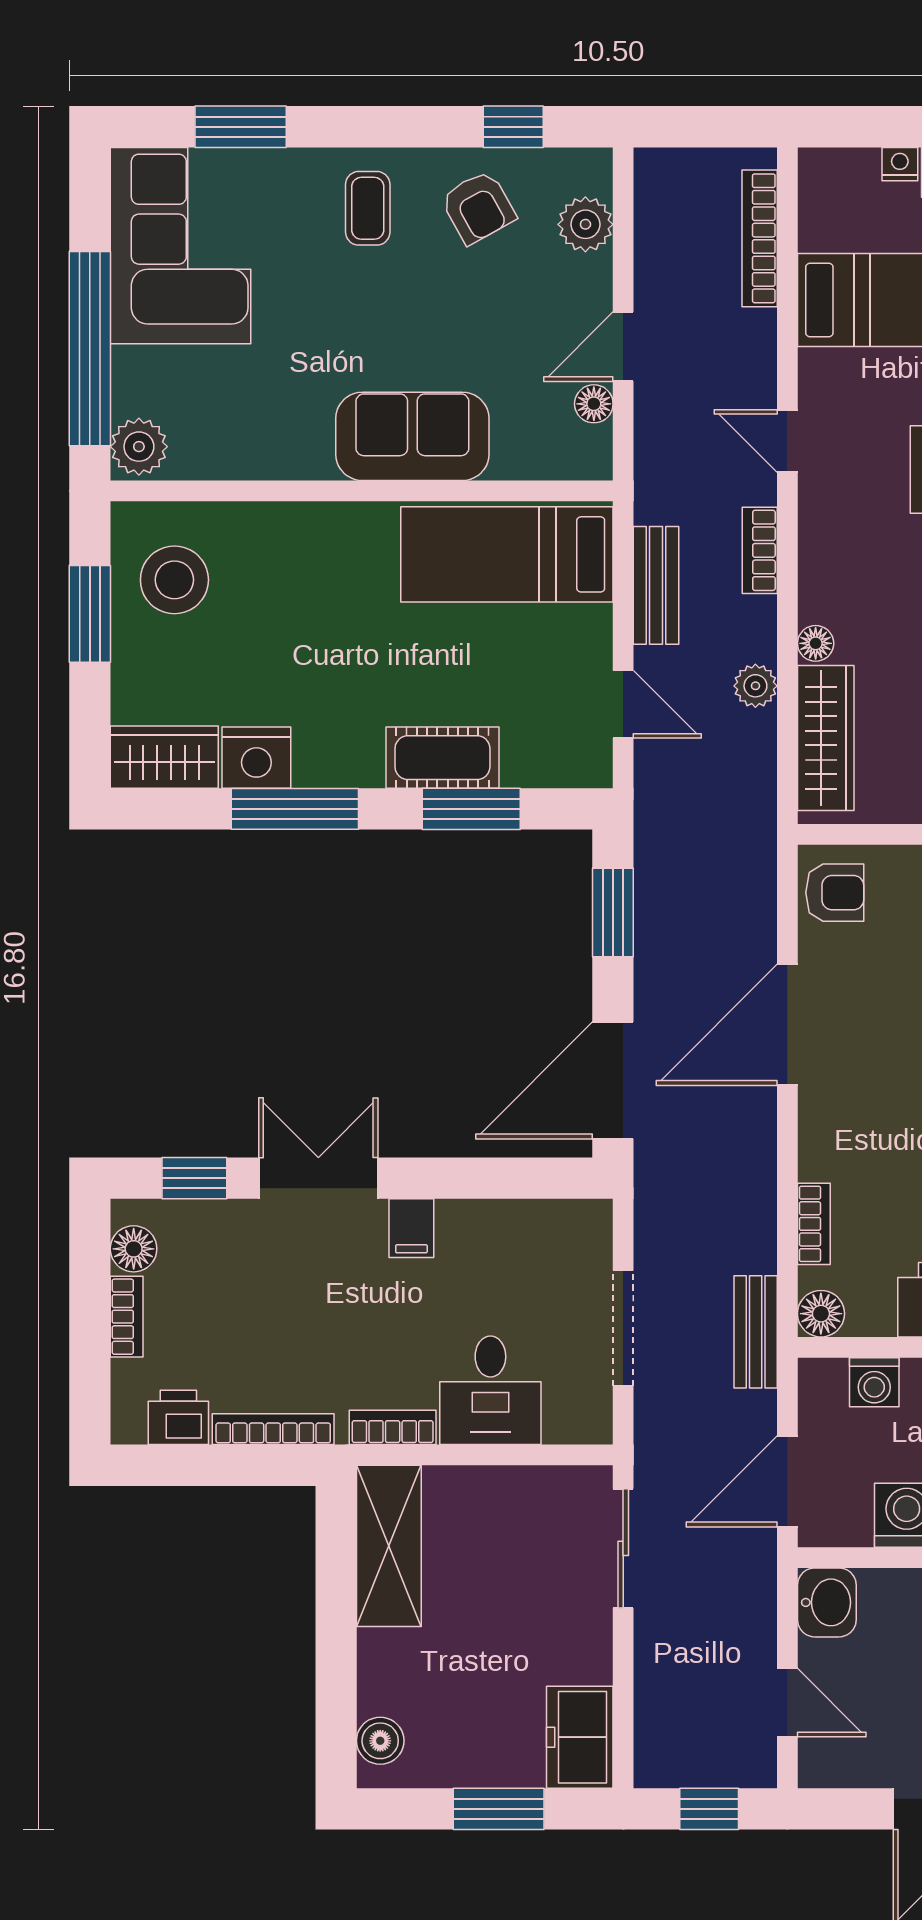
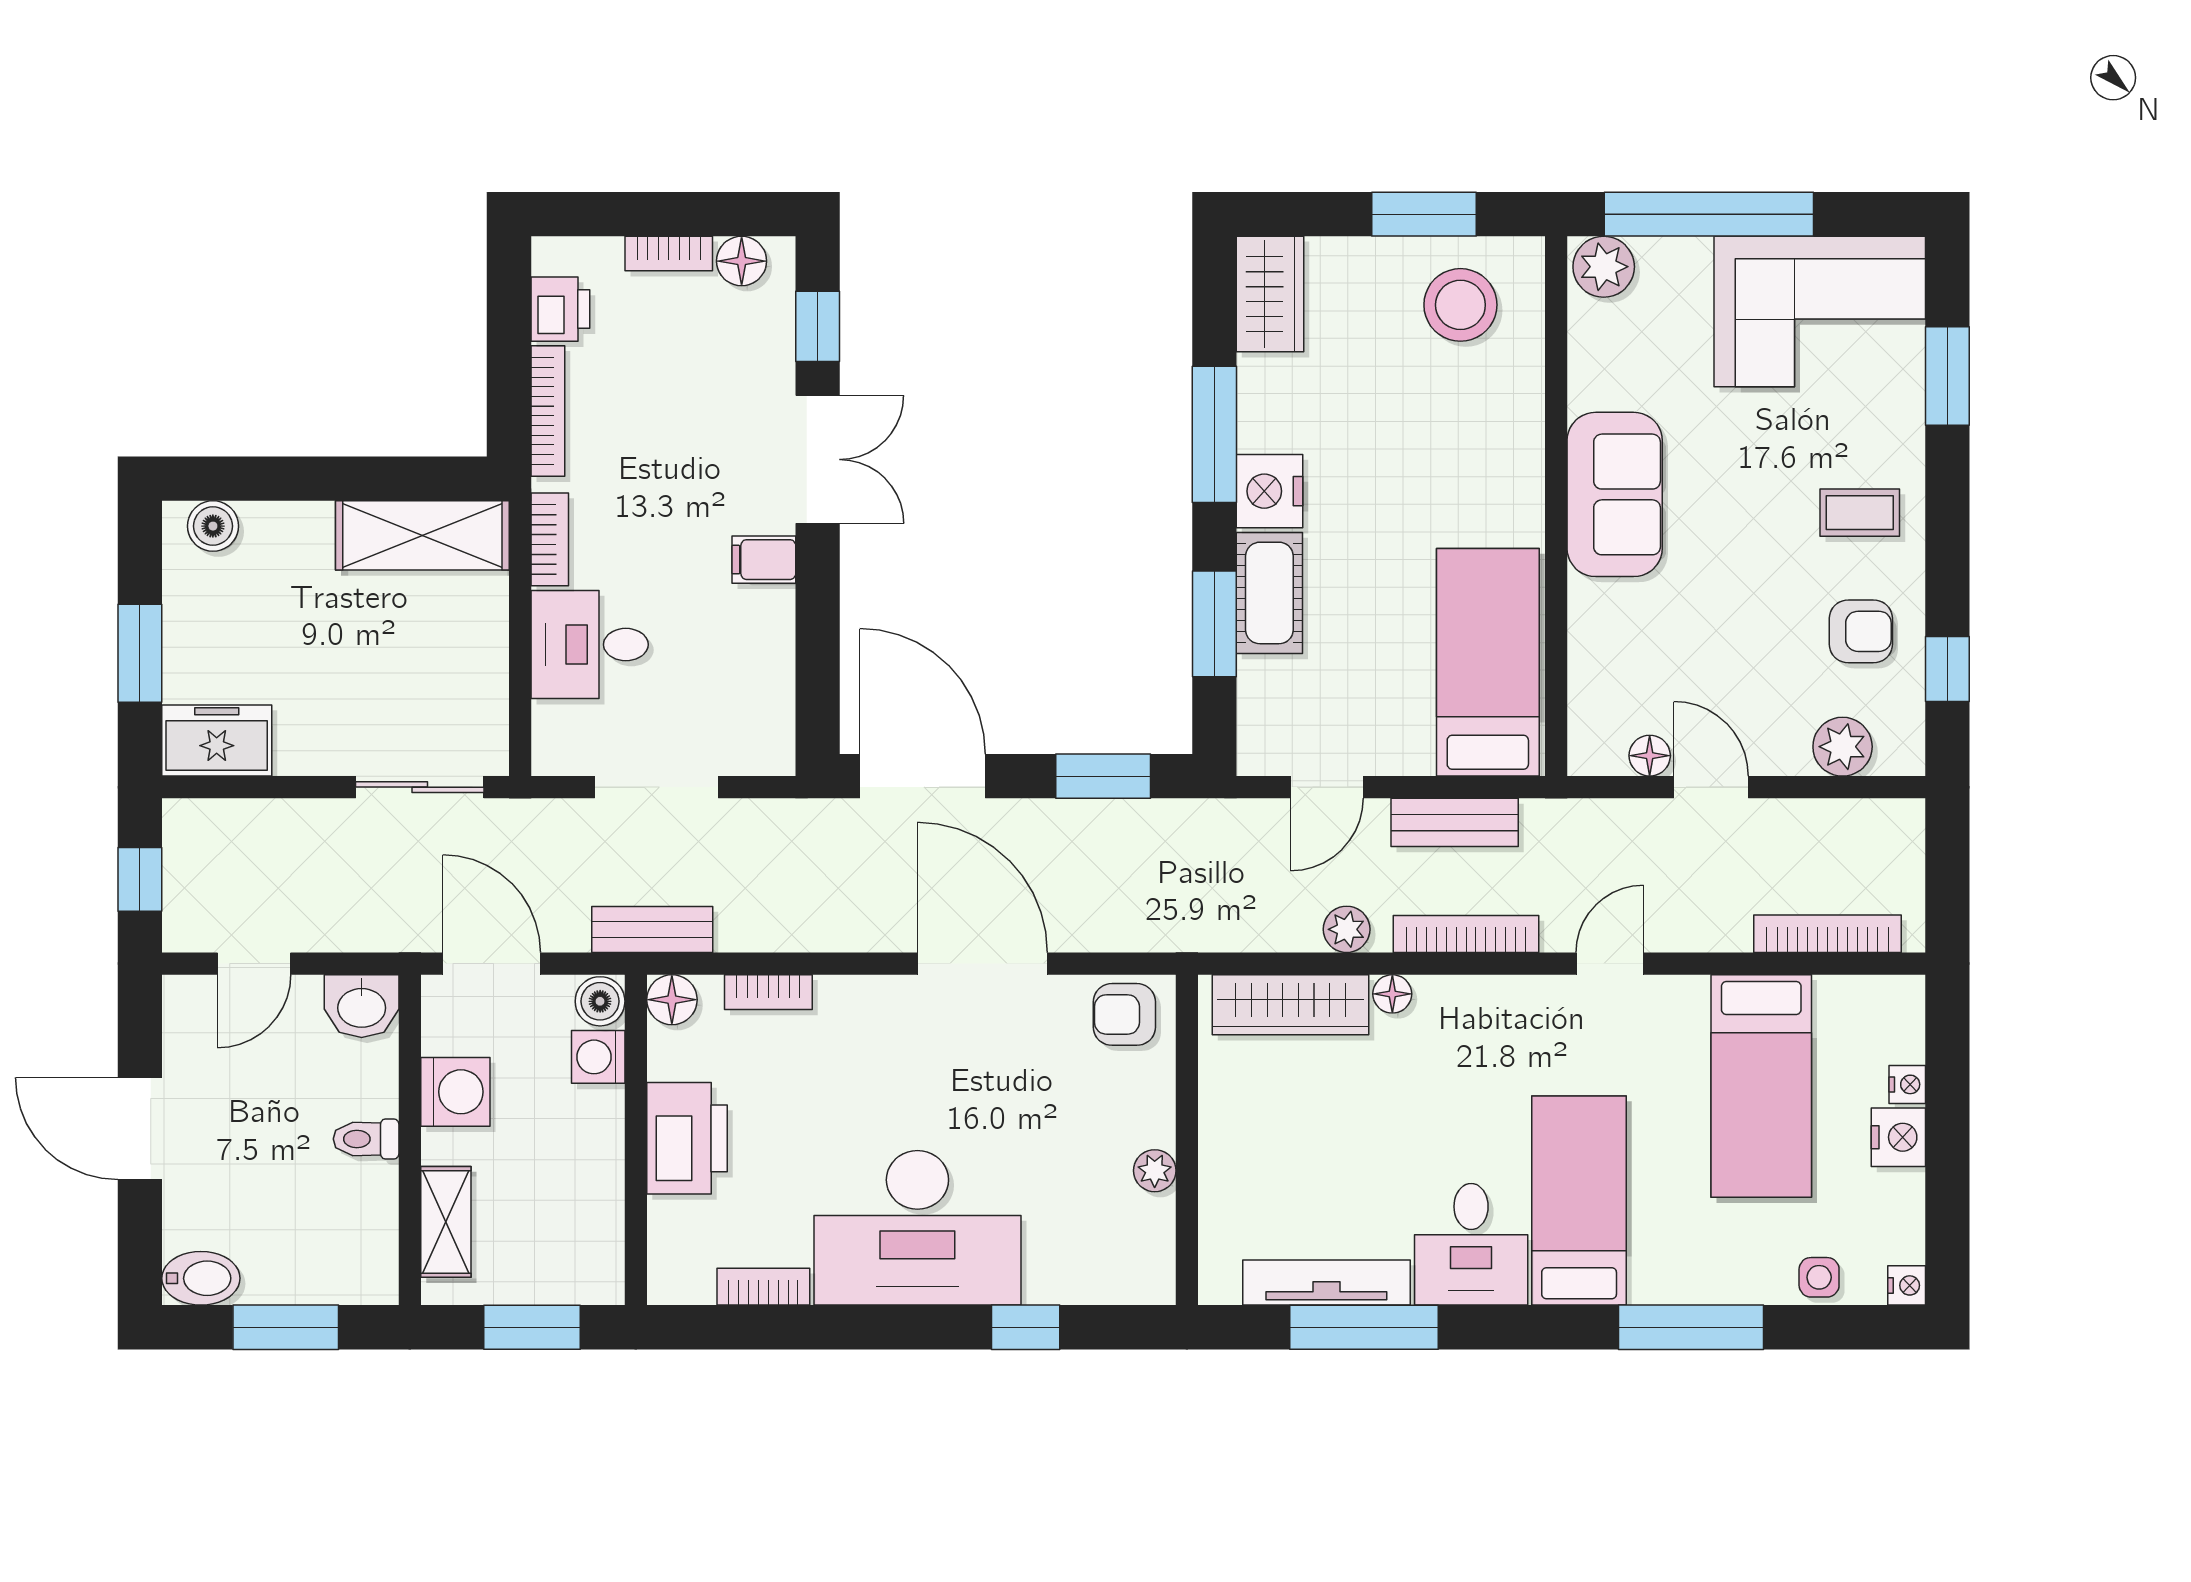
armchair: (478, 207) -> (1861, 631), turned -151
sofa: (412, 436) -> (1615, 494), moved
bookcase: (760, 550) -> (1466, 934), width x1.56
nightstand: (256, 758) -> (1270, 491), moved
armchair: (835, 893) -> (1124, 1014), turned 90
boiler: (822, 1381) -> (600, 1001), added

